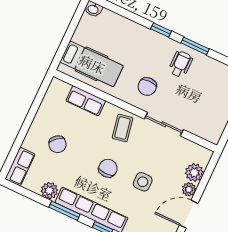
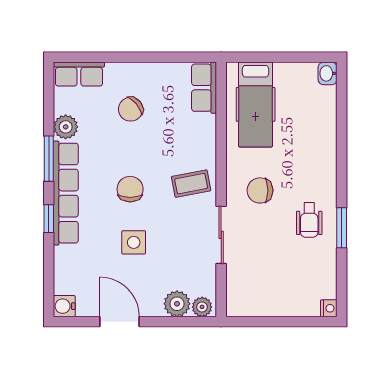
window: (161, 30) -> (342, 174), removed
wheelchair: (181, 64) -> (309, 220), turned 90
row of seats: (86, 101) -> (204, 88), moved
chair: (108, 168) -> (130, 189), turned -91
plant: (189, 189) -> (202, 307), moved

